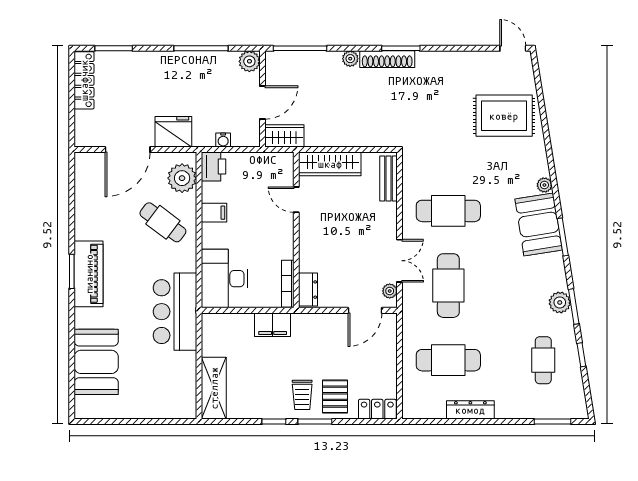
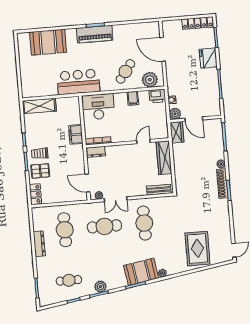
plant: (249, 61) -> (175, 114), moved
fridge: (173, 132) -> (208, 58), moved, turned 180

